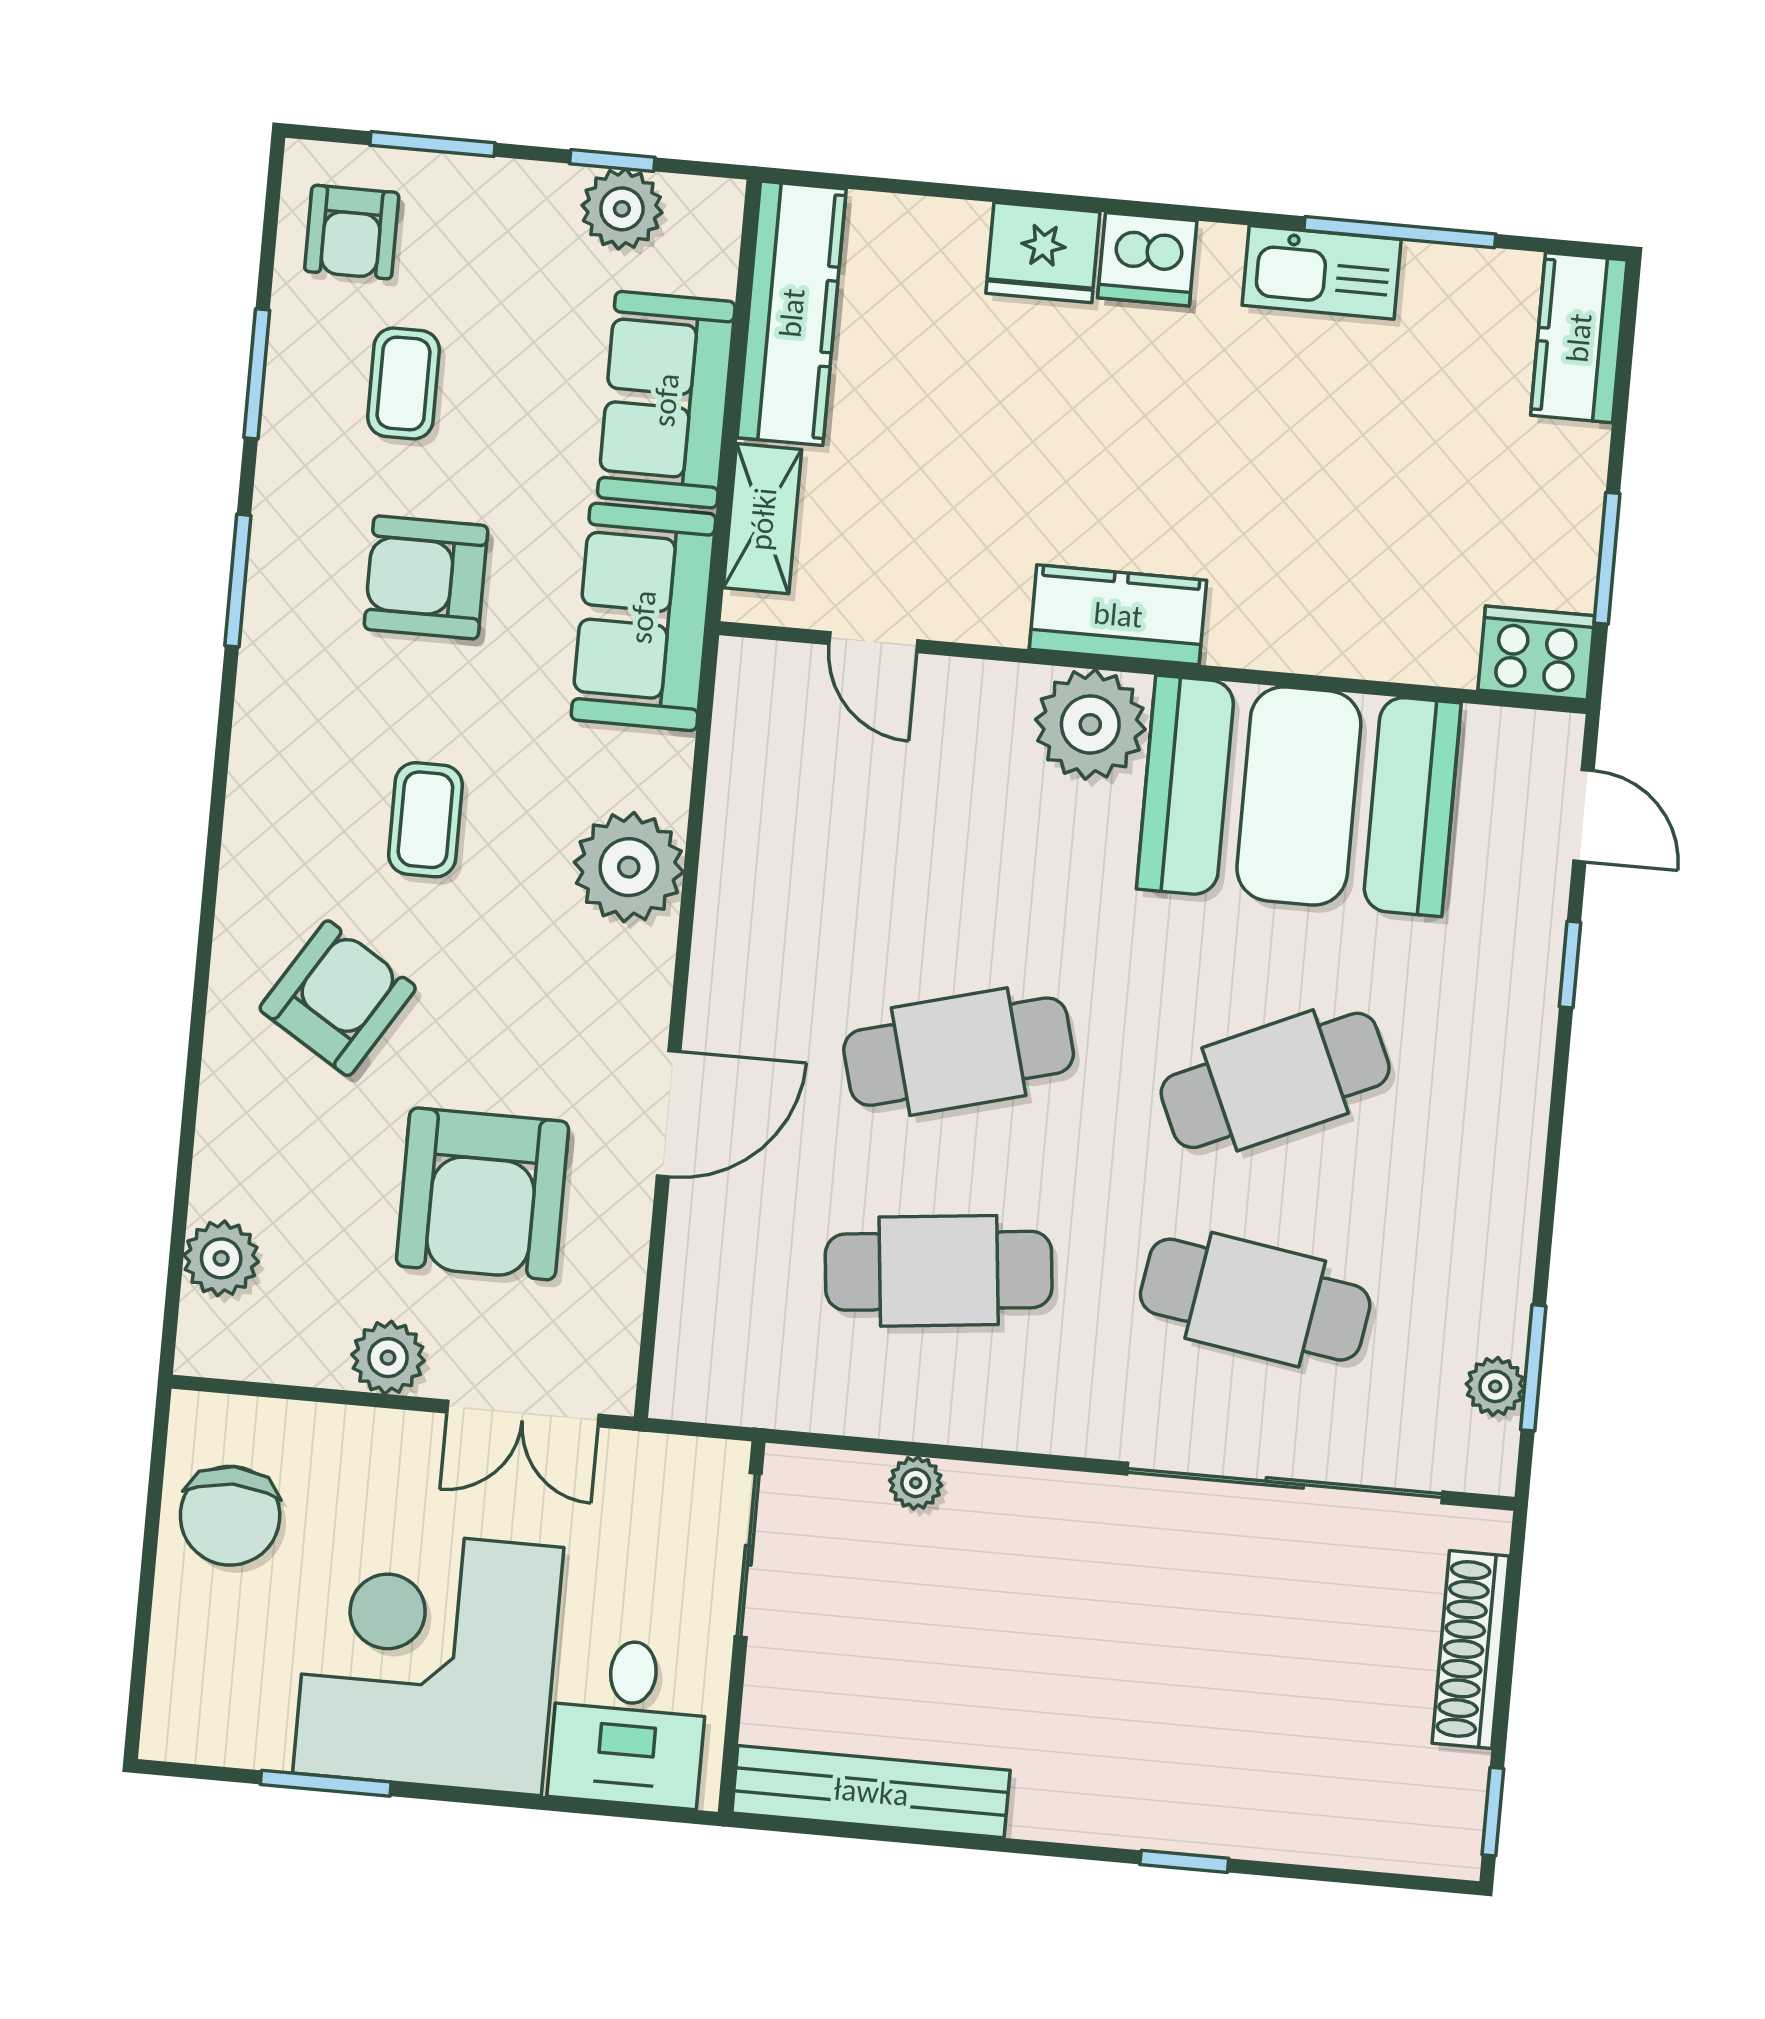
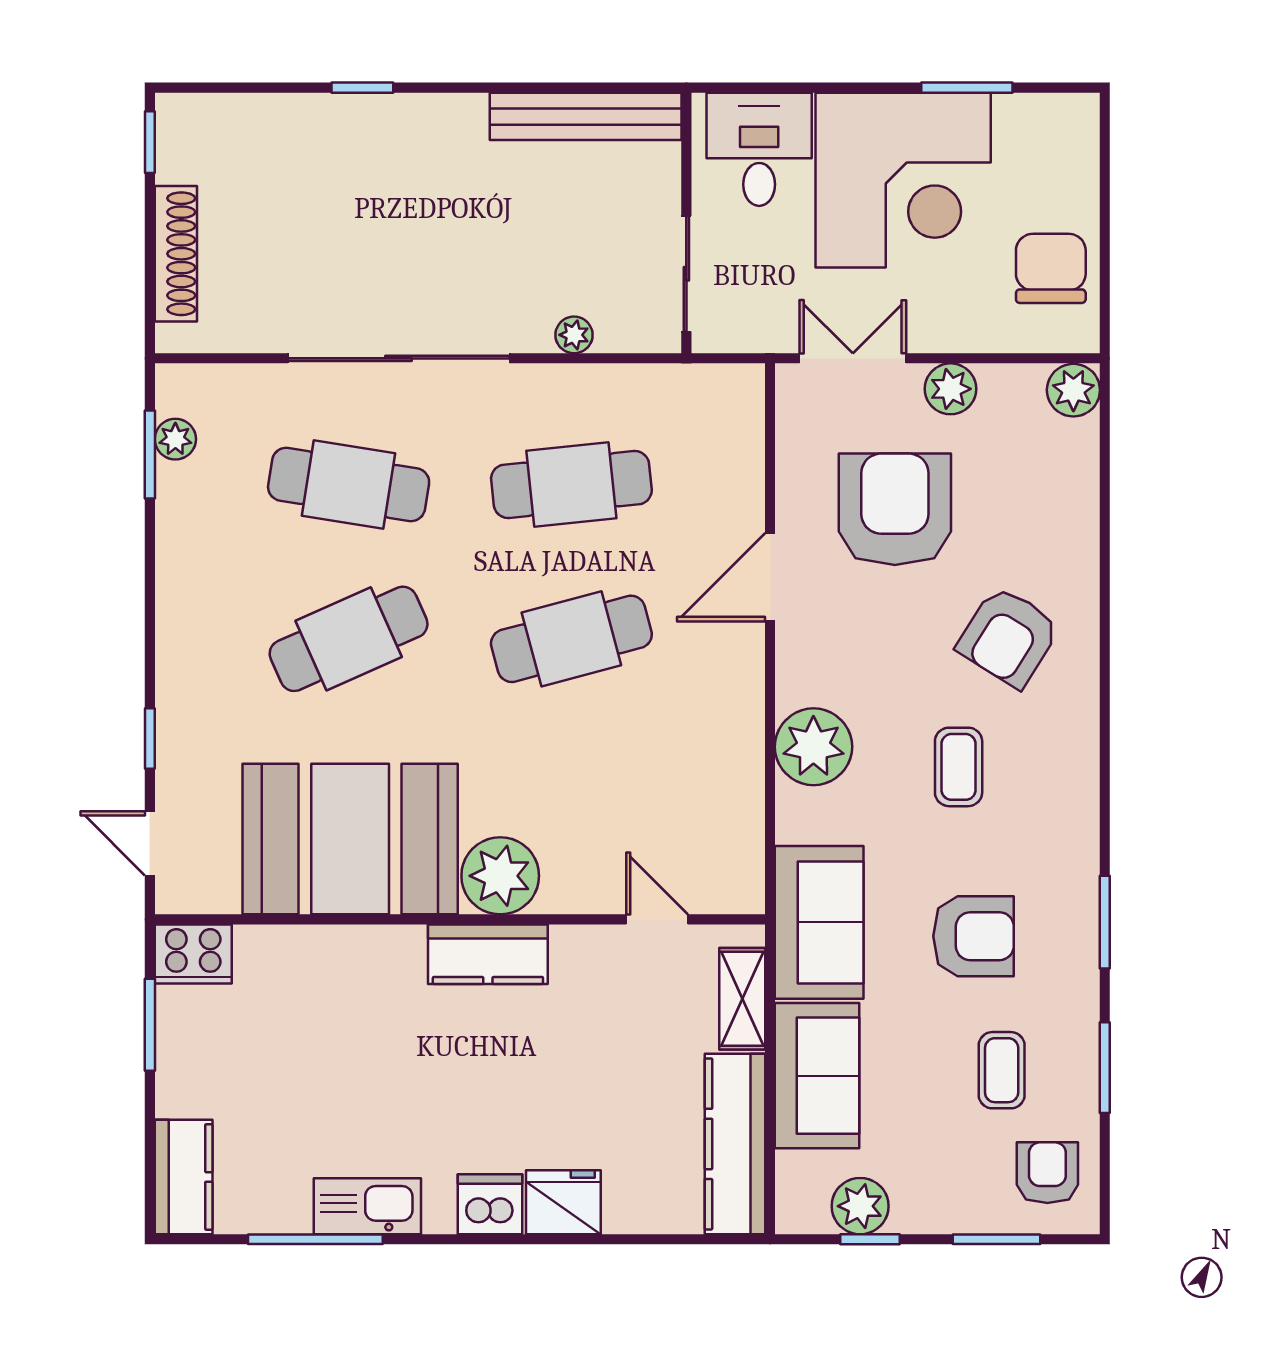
plant: (221, 1258) -> (1073, 390), moved
sliding door: (1285, 1483) -> (399, 358), moved

